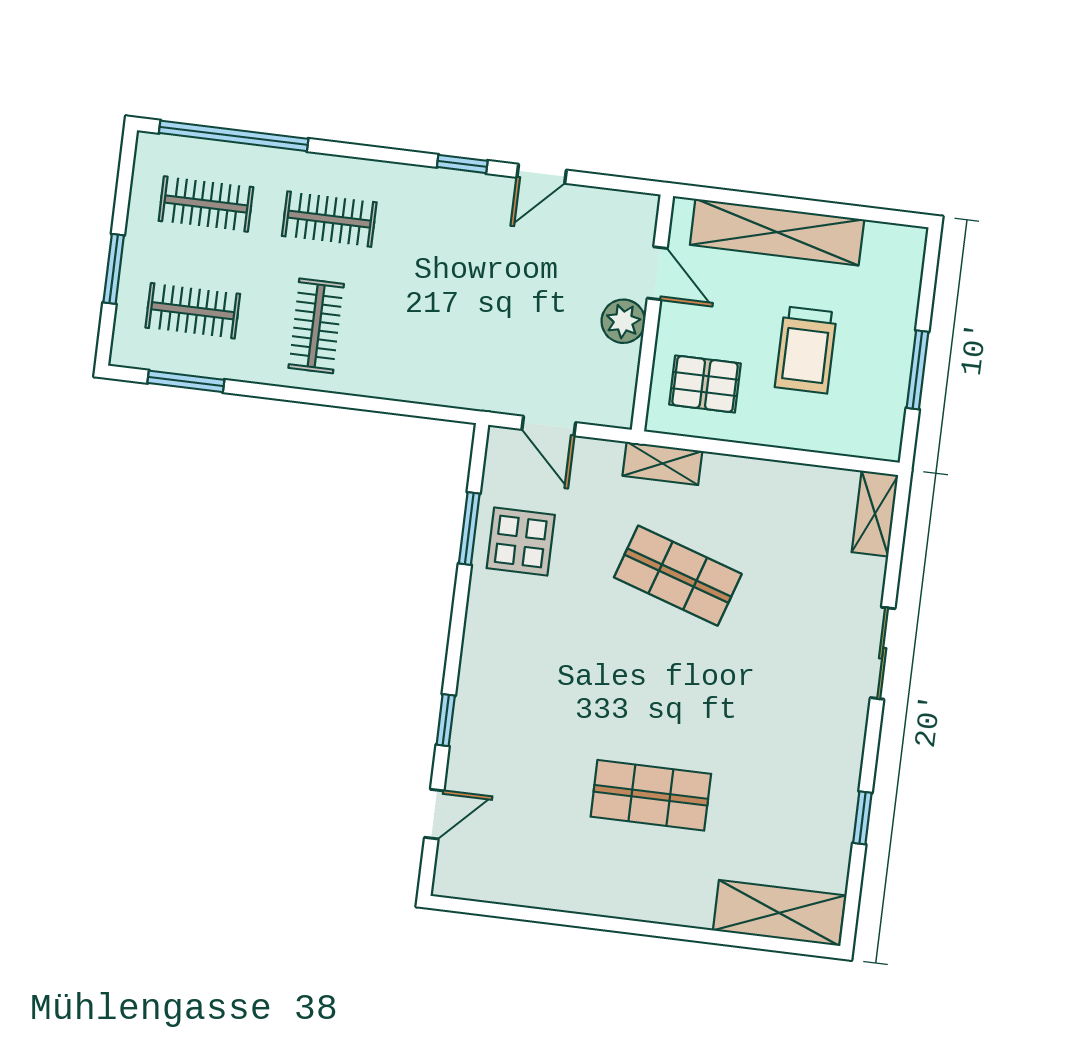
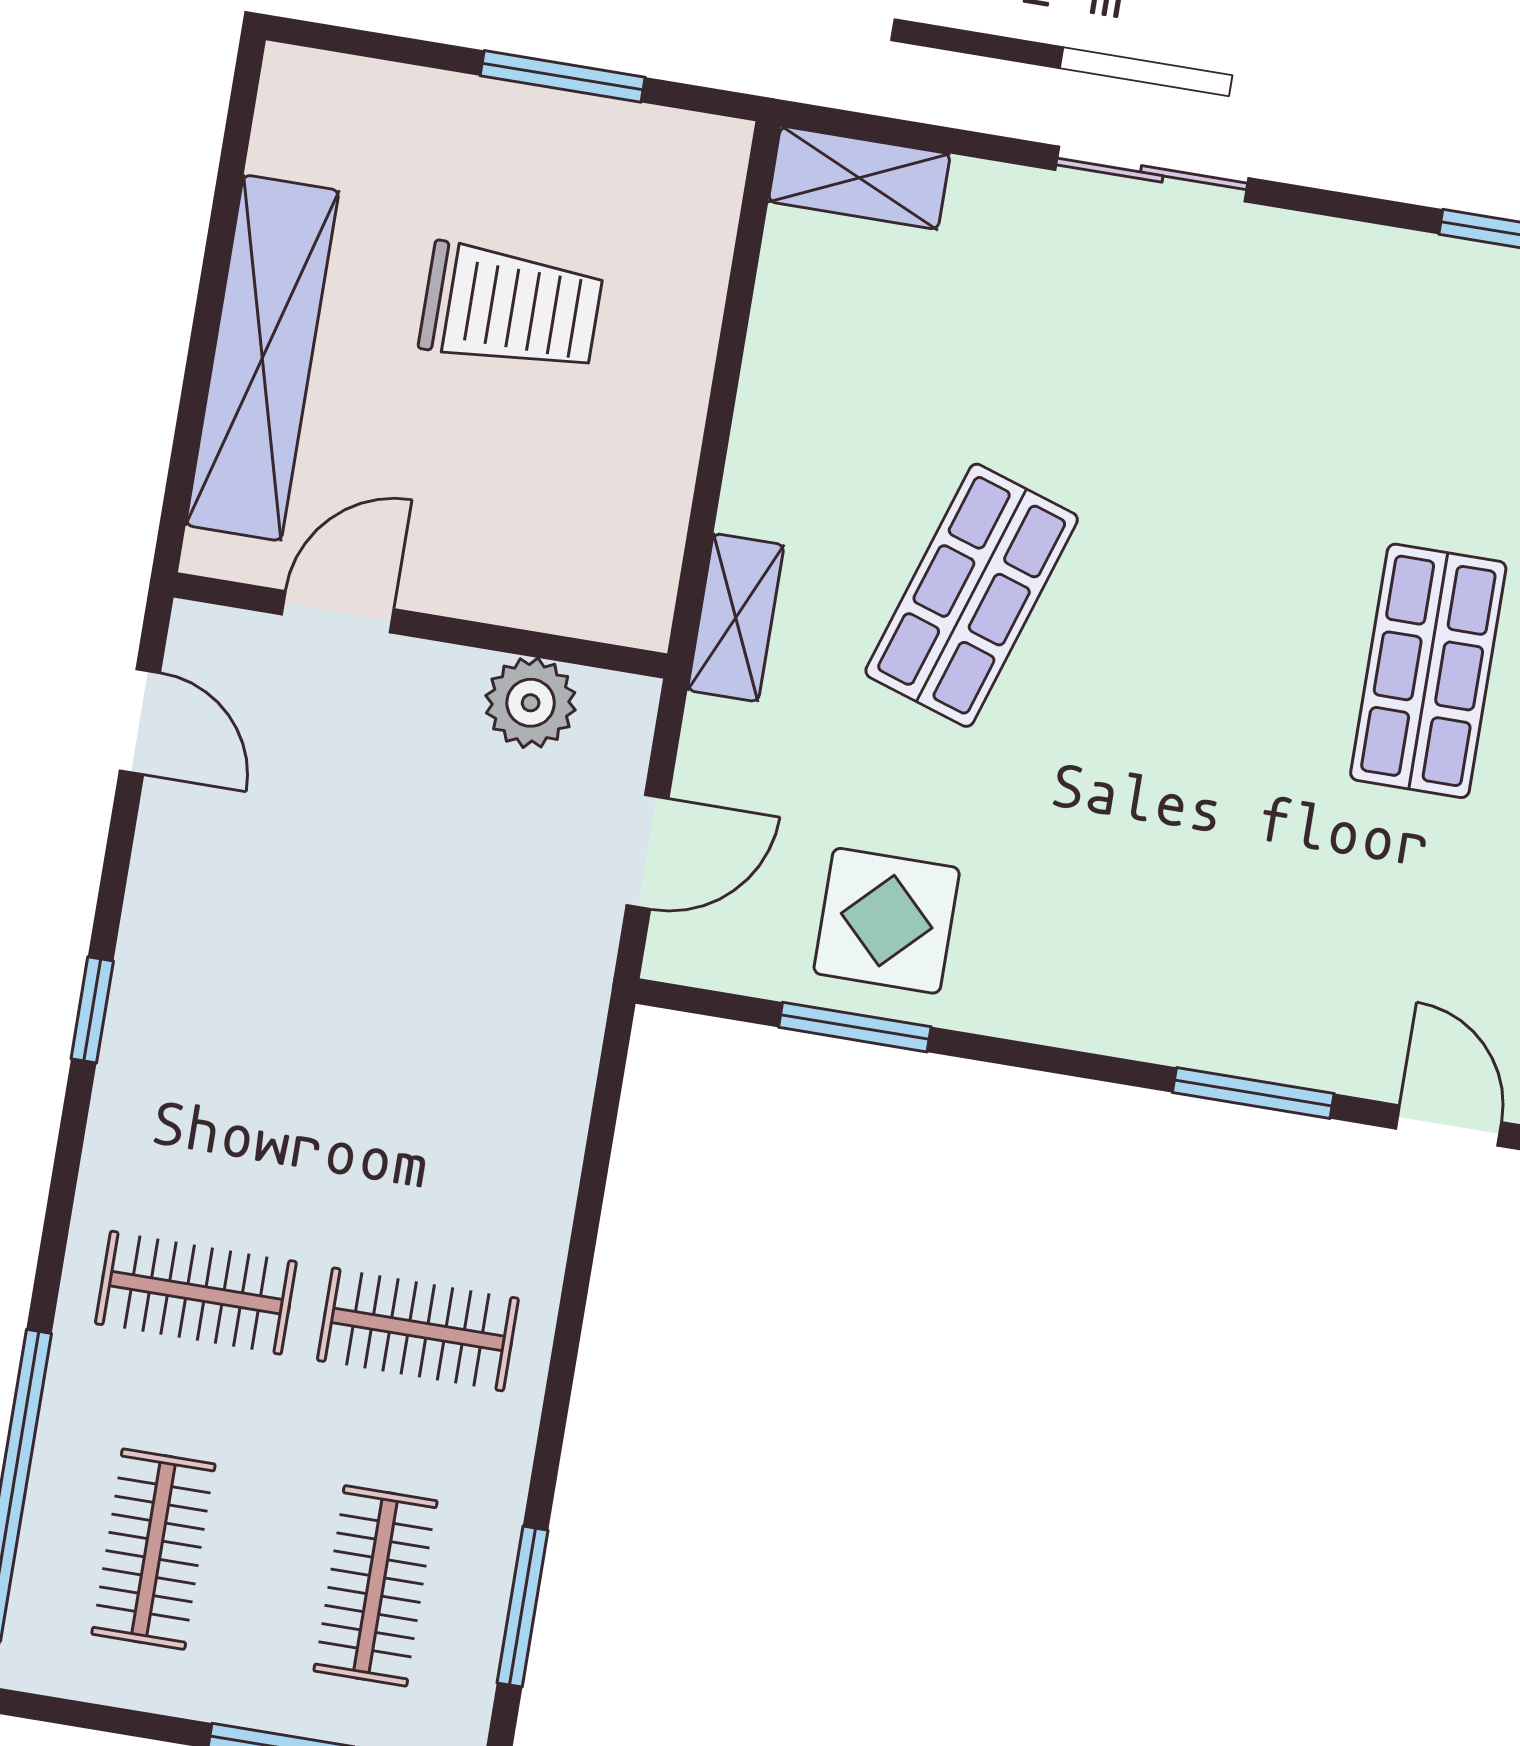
door: (542, 174) -> (140, 722), moved
clothes rail: (329, 219) -> (196, 1293), turned 90
plant: (623, 321) -> (531, 703), moved
pallet: (705, 384) -> (574, 522), removed
window: (446, 720) -> (1253, 1093), width x1.50

